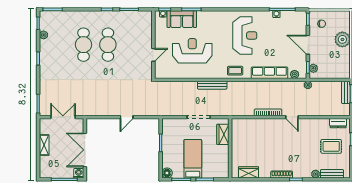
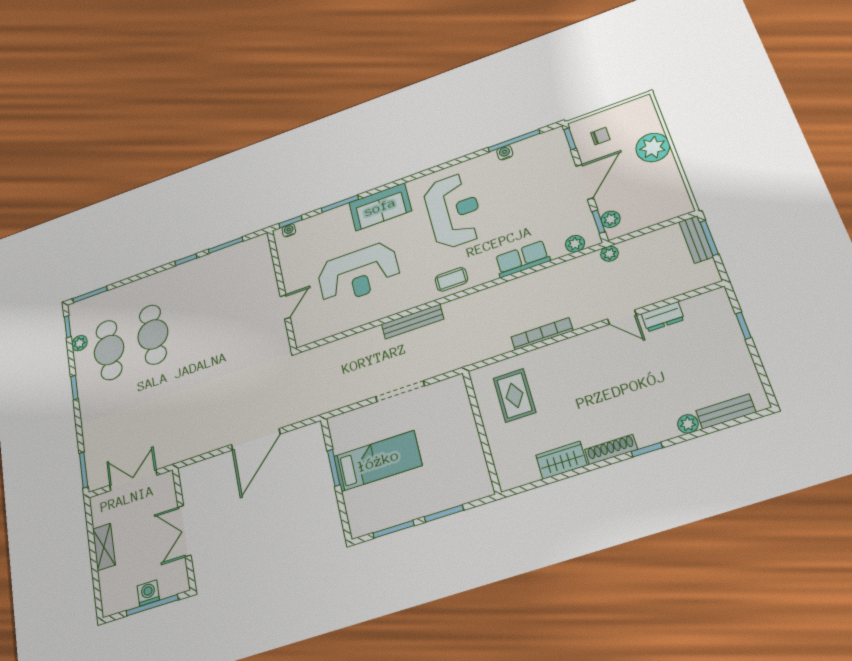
sofa: (182, 19) -> (380, 207), moved
cafe table: (108, 45) -> (109, 350), moved
door: (308, 45) -> (585, 182), swing flipped
reception desk: (192, 51) -> (358, 273), turned 180
row of seats: (269, 73) -> (522, 259), width x0.68
door: (127, 117) -> (256, 439), width x1.87
door: (292, 117) -> (622, 317), moved
dresser: (338, 123) -> (663, 317), moved
wardrobe: (223, 134) -> (459, 408), removed
rug: (331, 146) -> (515, 395), moved, turned 90
double door: (85, 150) -> (184, 531), width x0.73
bed: (193, 159) -> (378, 461), moved, turned 90
wardrobe: (249, 172) -> (562, 460), moved
washing machine: (79, 173) -> (148, 593), moved
floor lamp: (167, 173) -> (360, 525), removed

